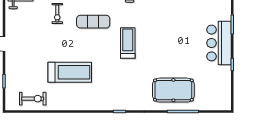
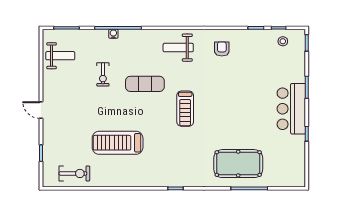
treadmill: (128, 43) -> (185, 109), turned 180
treadmill: (70, 72) -> (118, 143), turned 180

